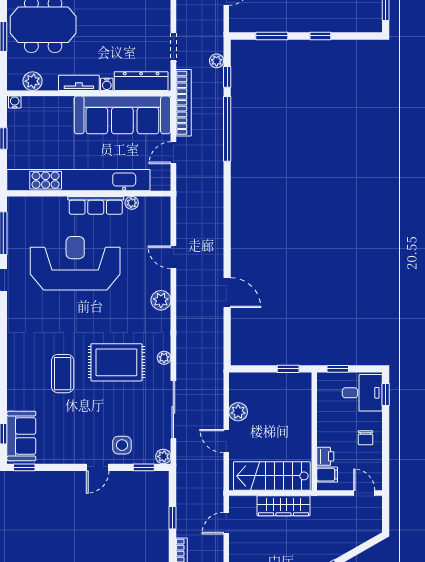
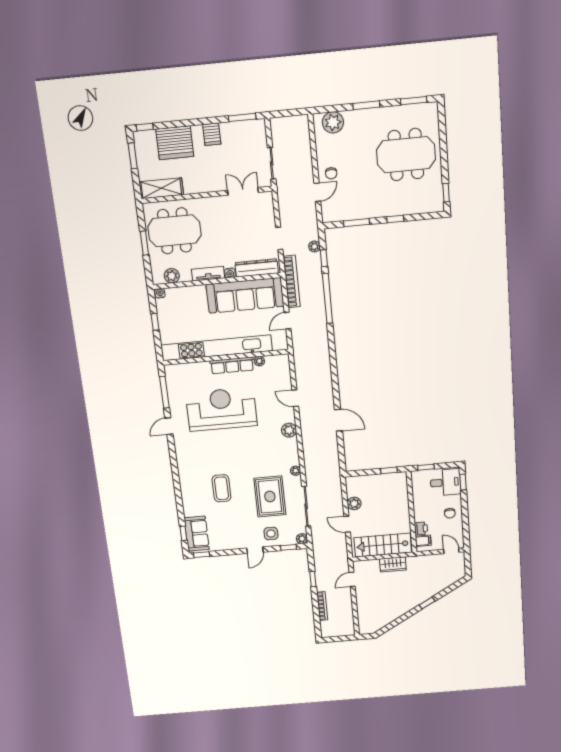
rug: (116, 362) -> (270, 496), moved, turned 90
wardrobe: (283, 506) -> (393, 564), width x0.67

